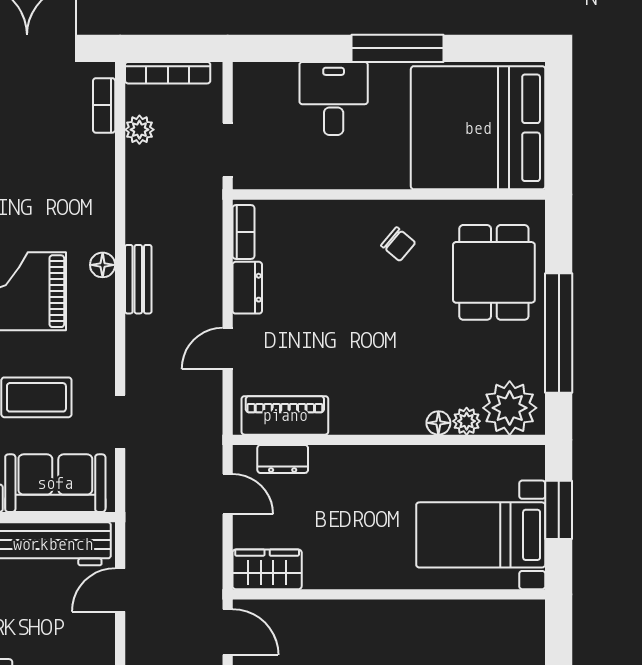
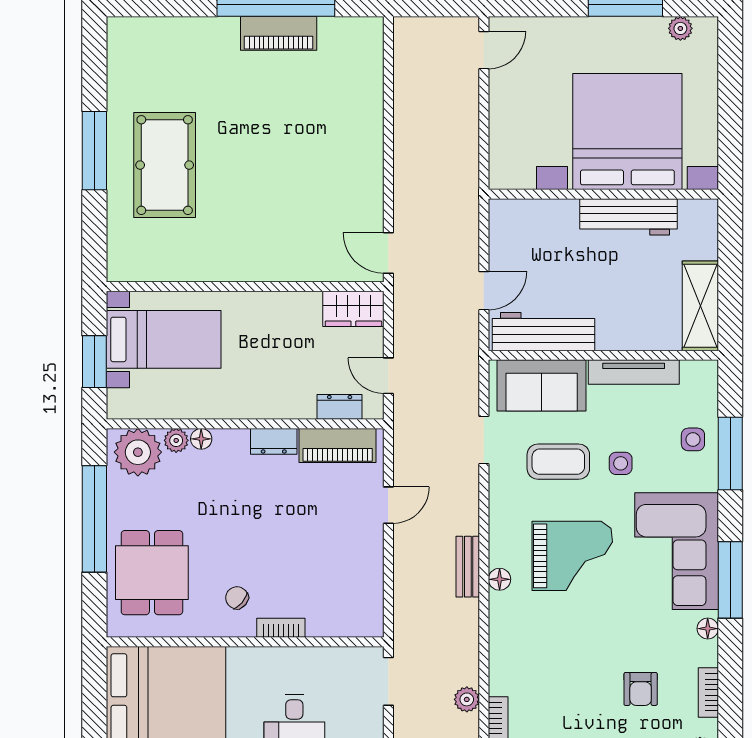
bookcase: (243, 232) -> (281, 628), moved, turned 90
dresser: (247, 288) -> (274, 441), moved, turned -90

